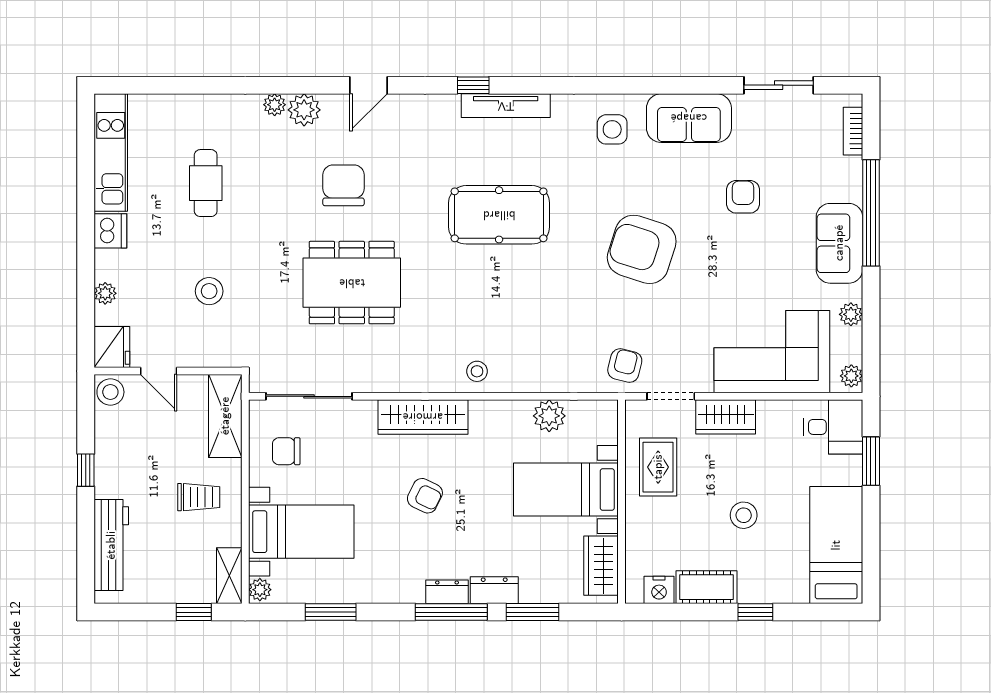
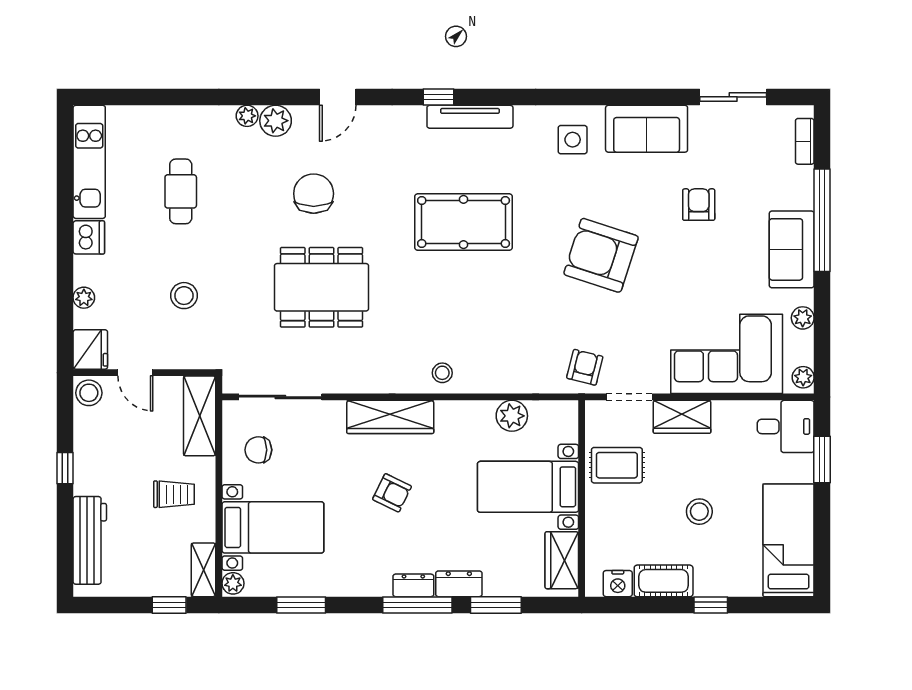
rug: (658, 467) -> (617, 465), turned 90

